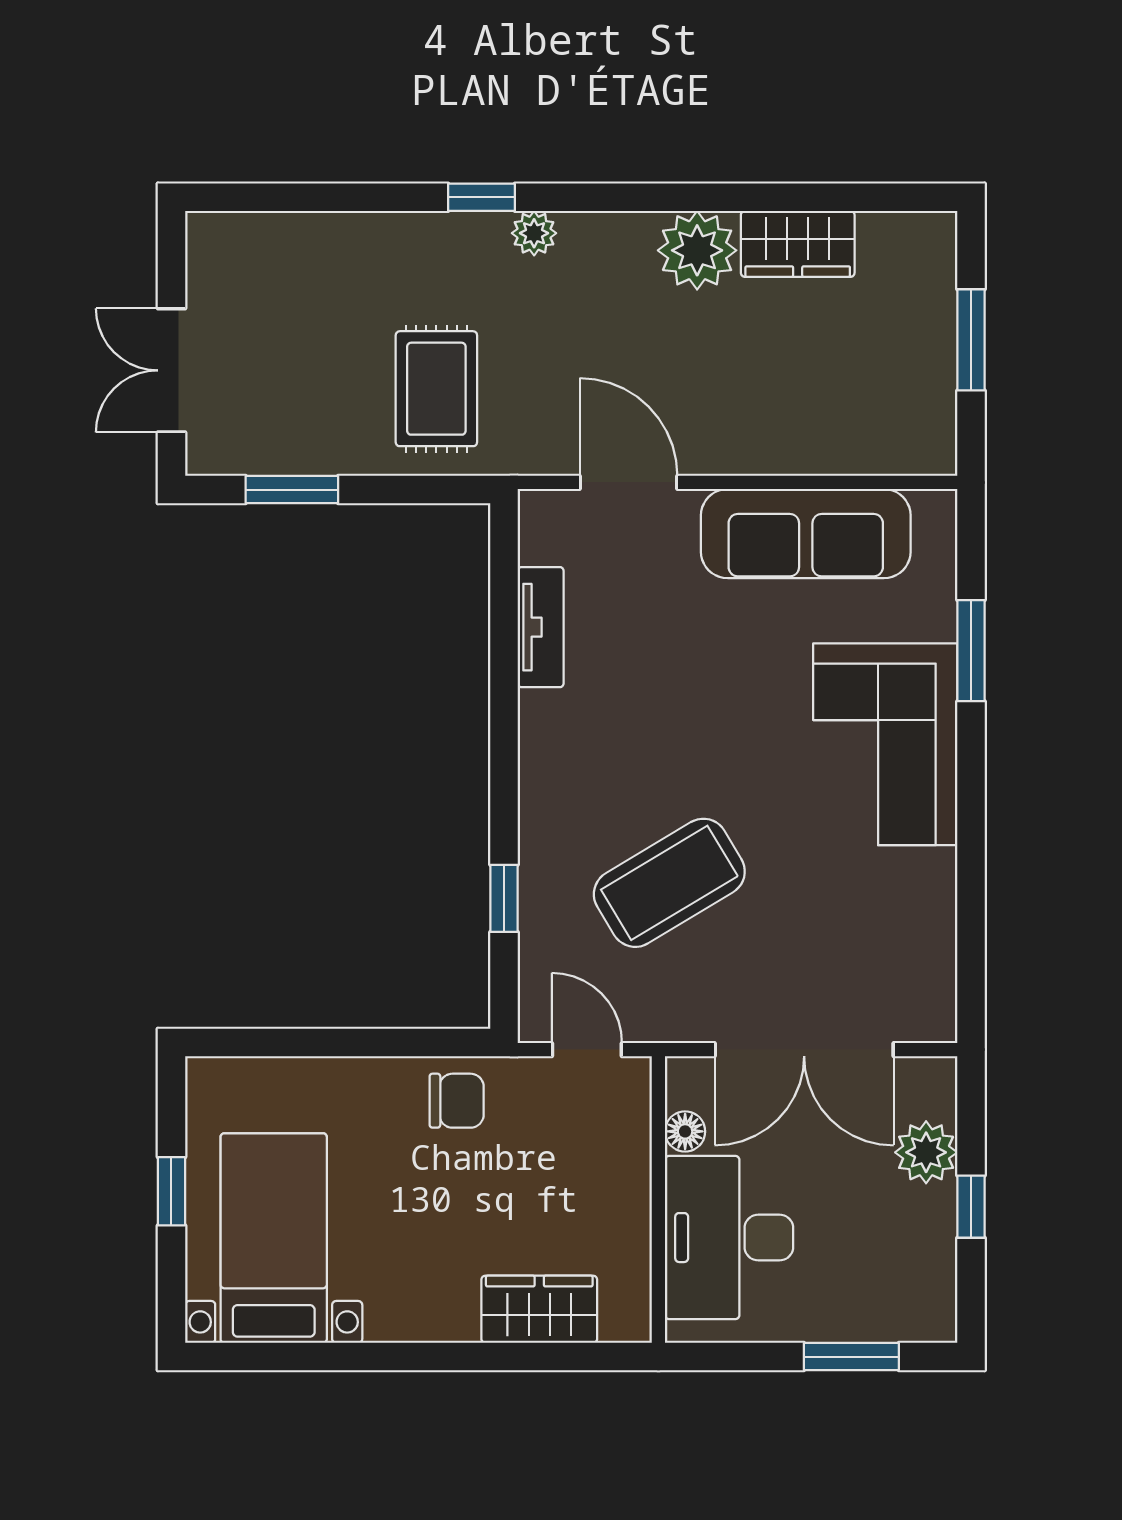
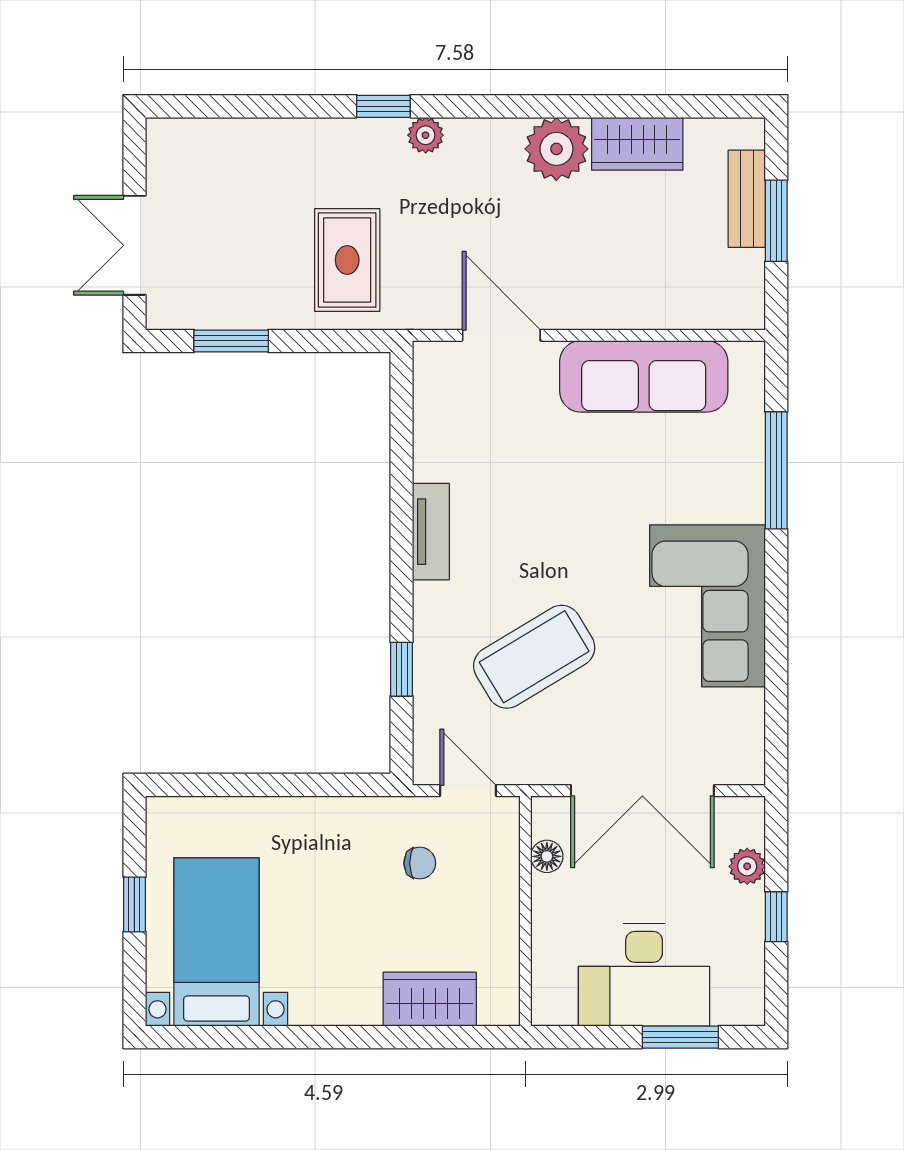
bench: (934, 312) -> (747, 199), added
tv unit: (541, 627) -> (431, 532), moved
window: (971, 651) -> (776, 470), width x1.44
corner sofa: (885, 744) -> (708, 606), moved
chair: (457, 1101) -> (420, 863), moved, width x0.73, depth x0.73
plant: (926, 1152) -> (747, 866), width x0.73, depth x0.73
desk: (729, 1238) -> (644, 975), moved, turned -90

